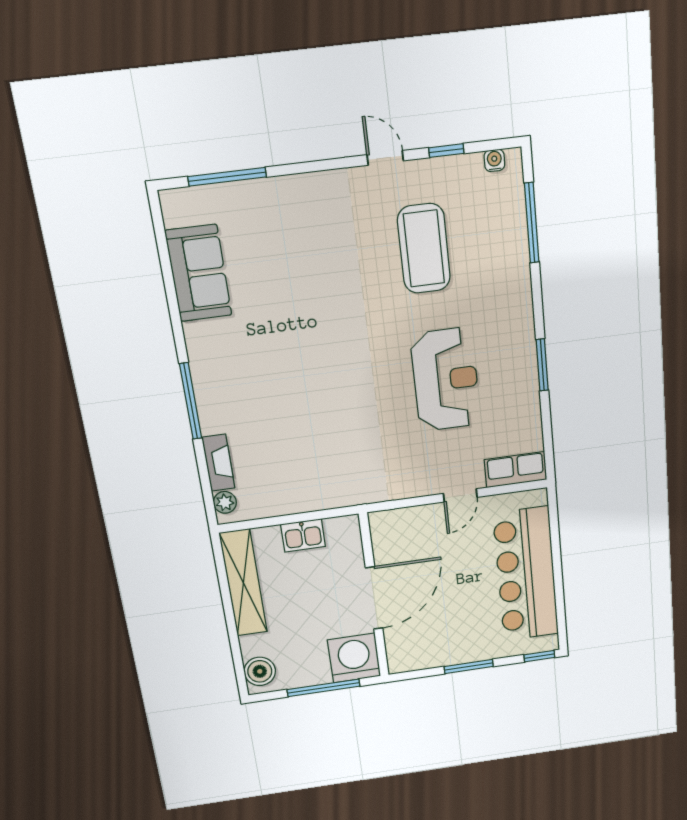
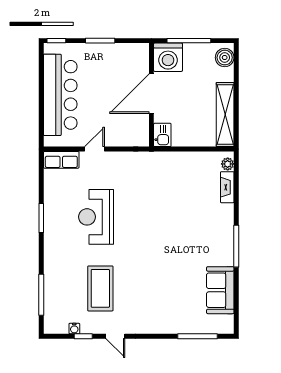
water cooler: (494, 160) -> (74, 329), moved
window: (191, 401) -> (236, 246), moved
kitchen sink: (303, 535) -> (162, 135), moved, turned 90

